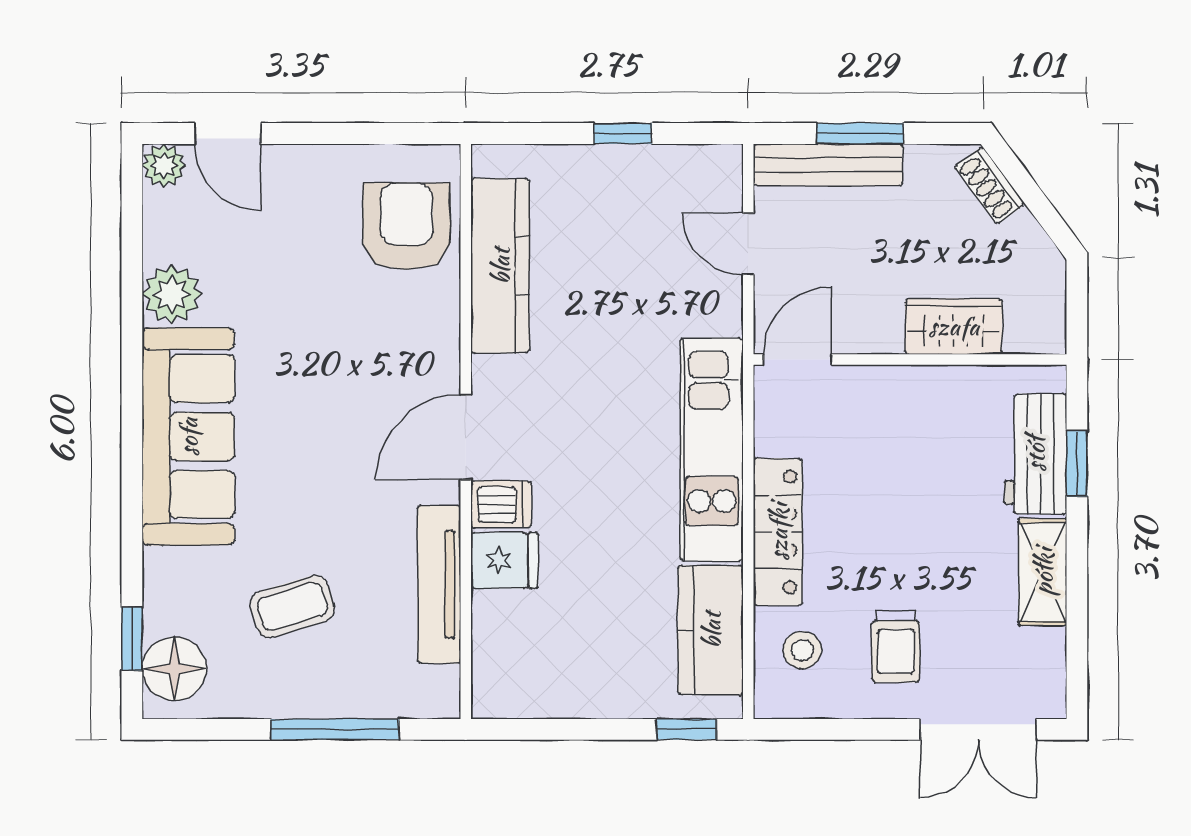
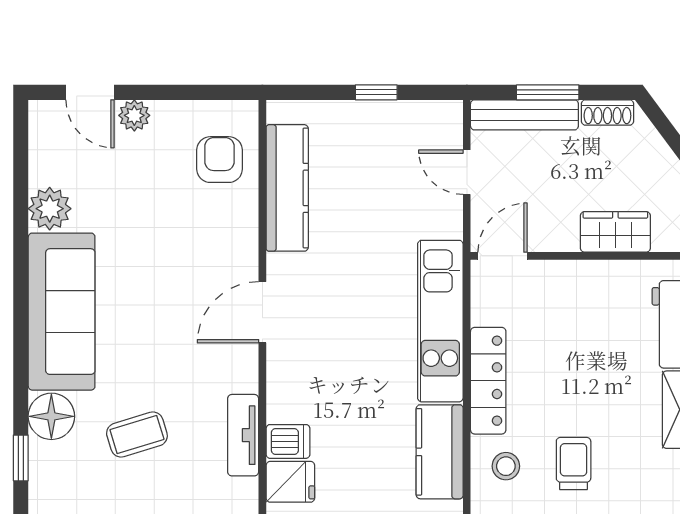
plant: (164, 165) -> (134, 115), moved
shoe rack: (990, 185) -> (607, 112), moved, turned -53
armchair: (407, 226) -> (220, 160), width x0.72, depth x0.72
dishwasher: (501, 505) -> (288, 441), moved
fridge: (504, 560) -> (290, 482), moved
tv unit: (439, 584) -> (243, 435), width x0.71
trolley: (896, 646) -> (574, 463), turned 180
floor lamp: (174, 669) -> (51, 416), moved

